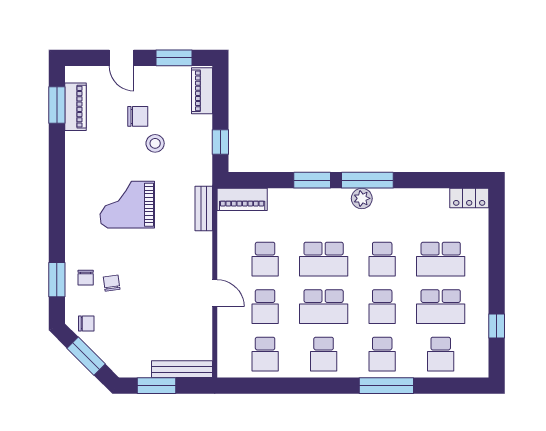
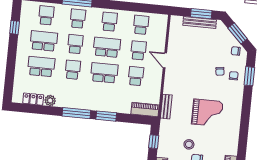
plant: (362, 198) -> (50, 101), moved
locker: (469, 198) -> (33, 99), moved
bench: (182, 369) -> (200, 22), moved

